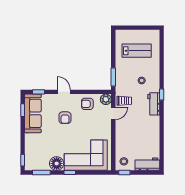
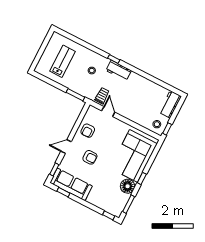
plant: (106, 99) -> (92, 112), removed

